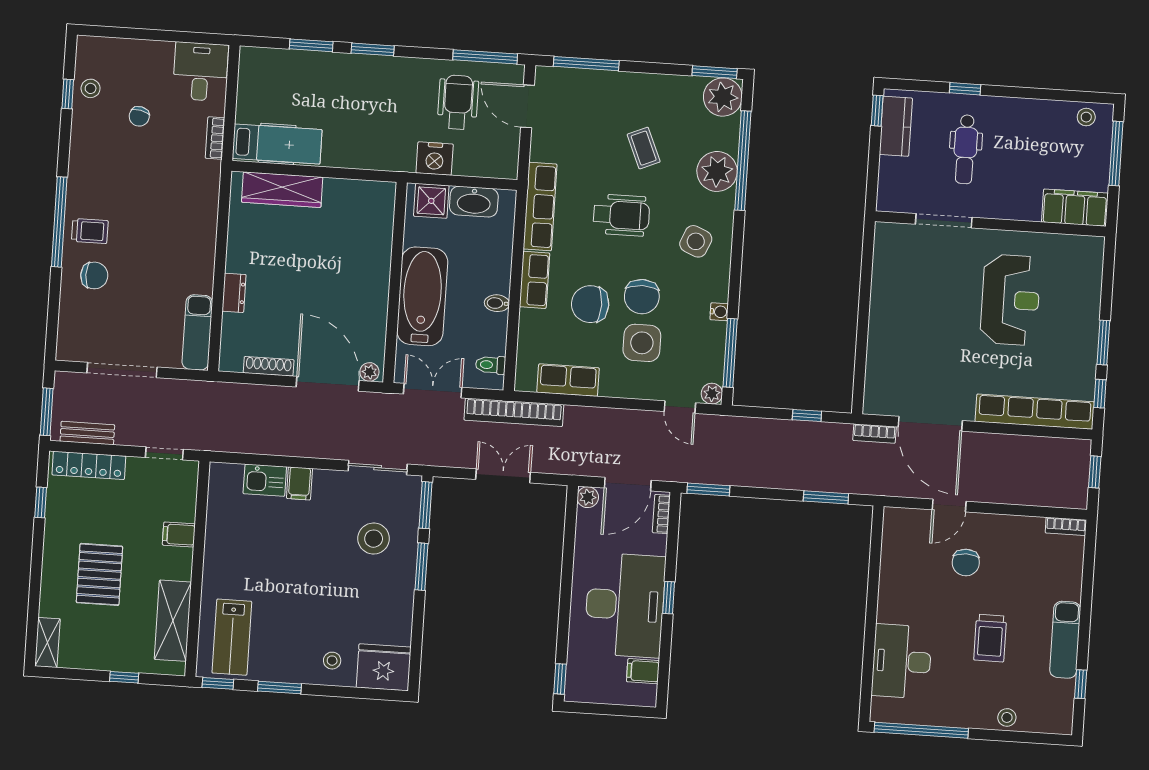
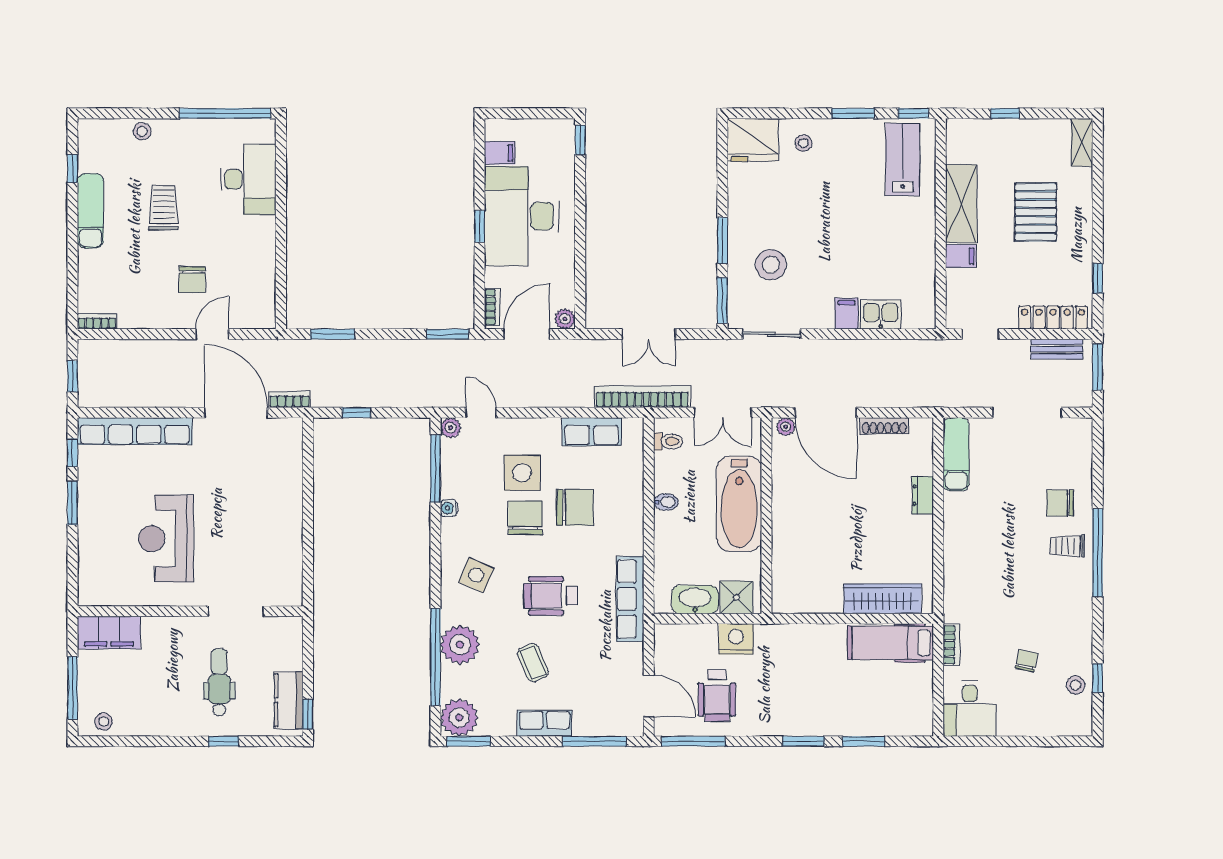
row of seats: (534, 280) -> (545, 723), moved, turned 90
chair: (966, 562) -> (192, 280), turned 180
shelving: (173, 621) -> (961, 204), moved

